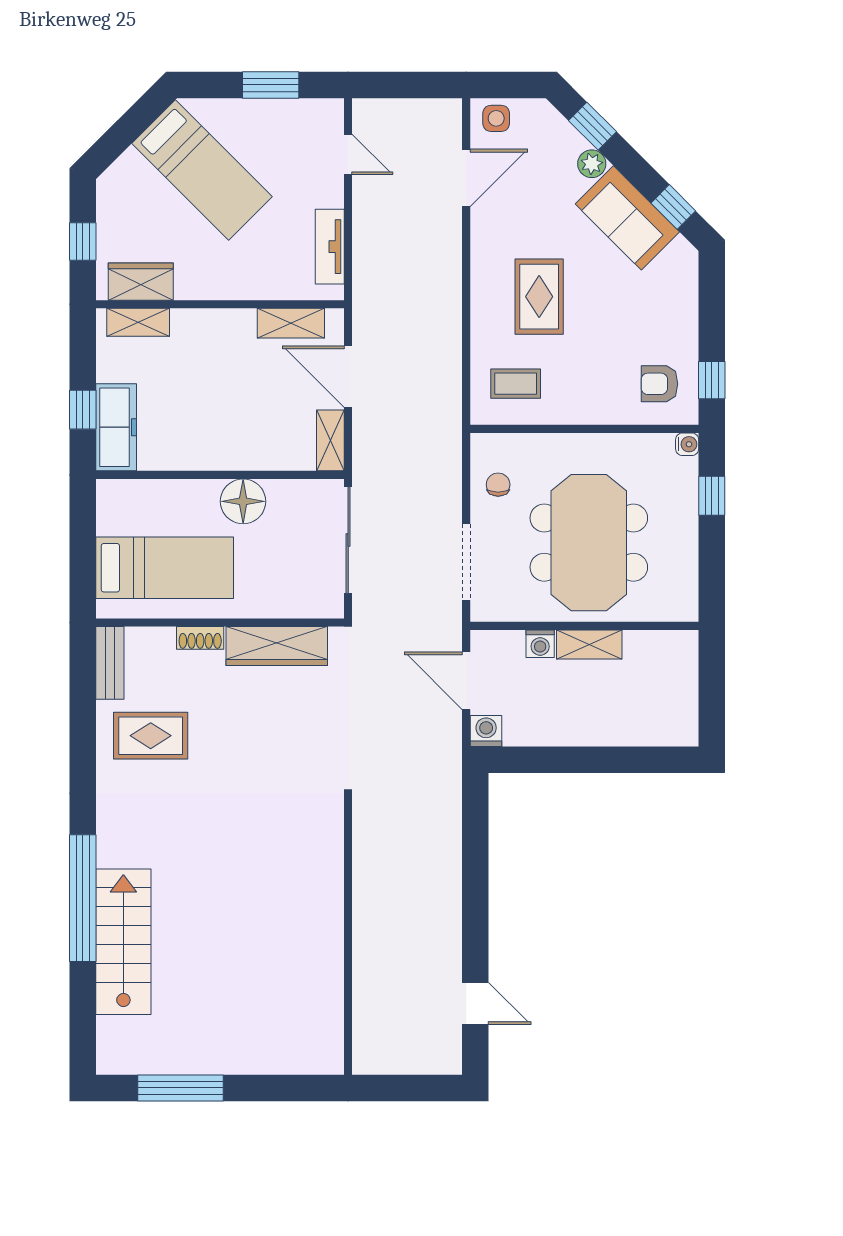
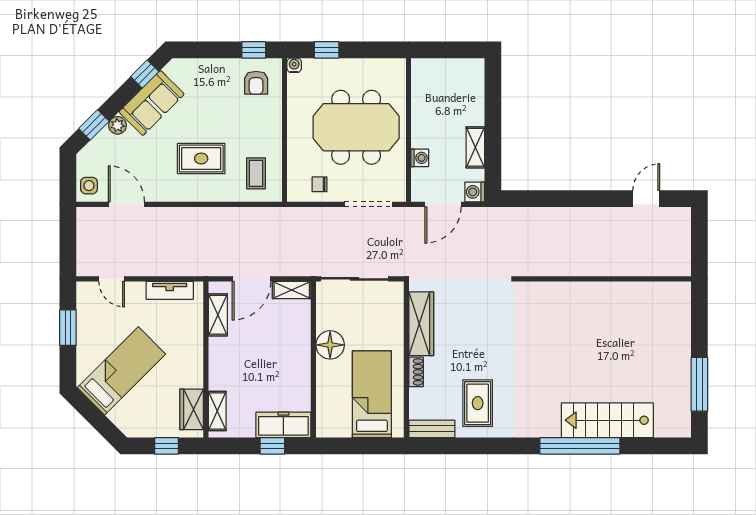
door: (348, 154) -> (112, 279), swing flipped
shelving: (589, 644) -> (475, 147), moved

